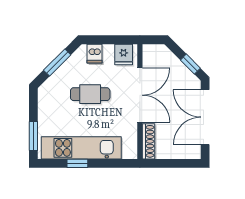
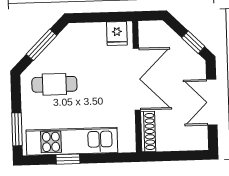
dishwasher: (95, 54) -> (84, 33), removed
cafe table: (90, 94) -> (54, 84), moved
double door: (205, 117) -> (212, 102), width x0.73

